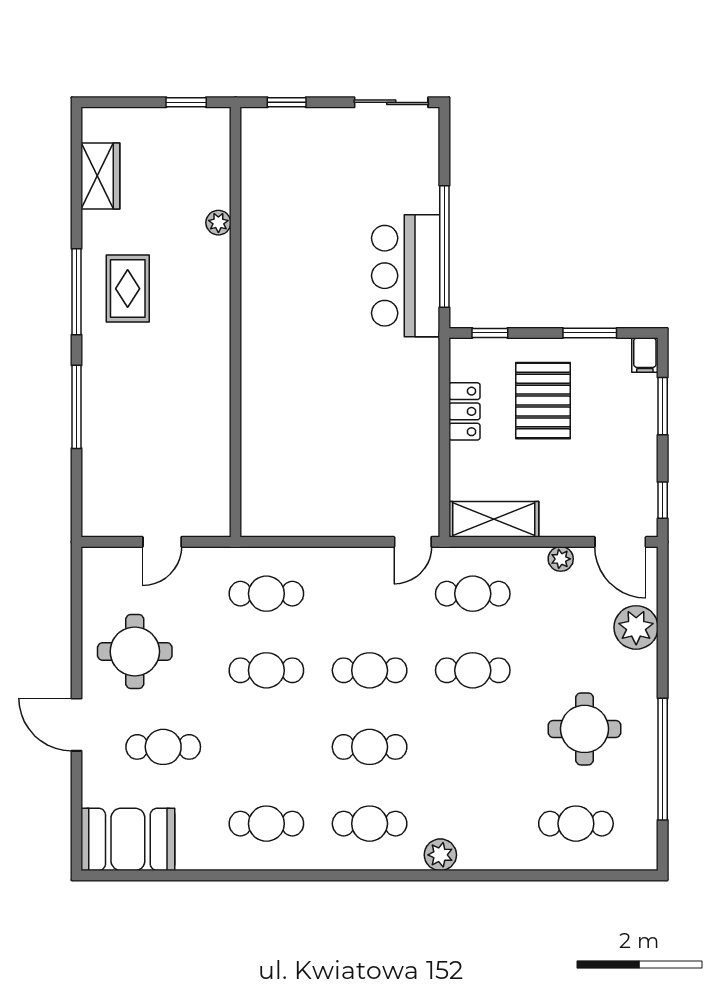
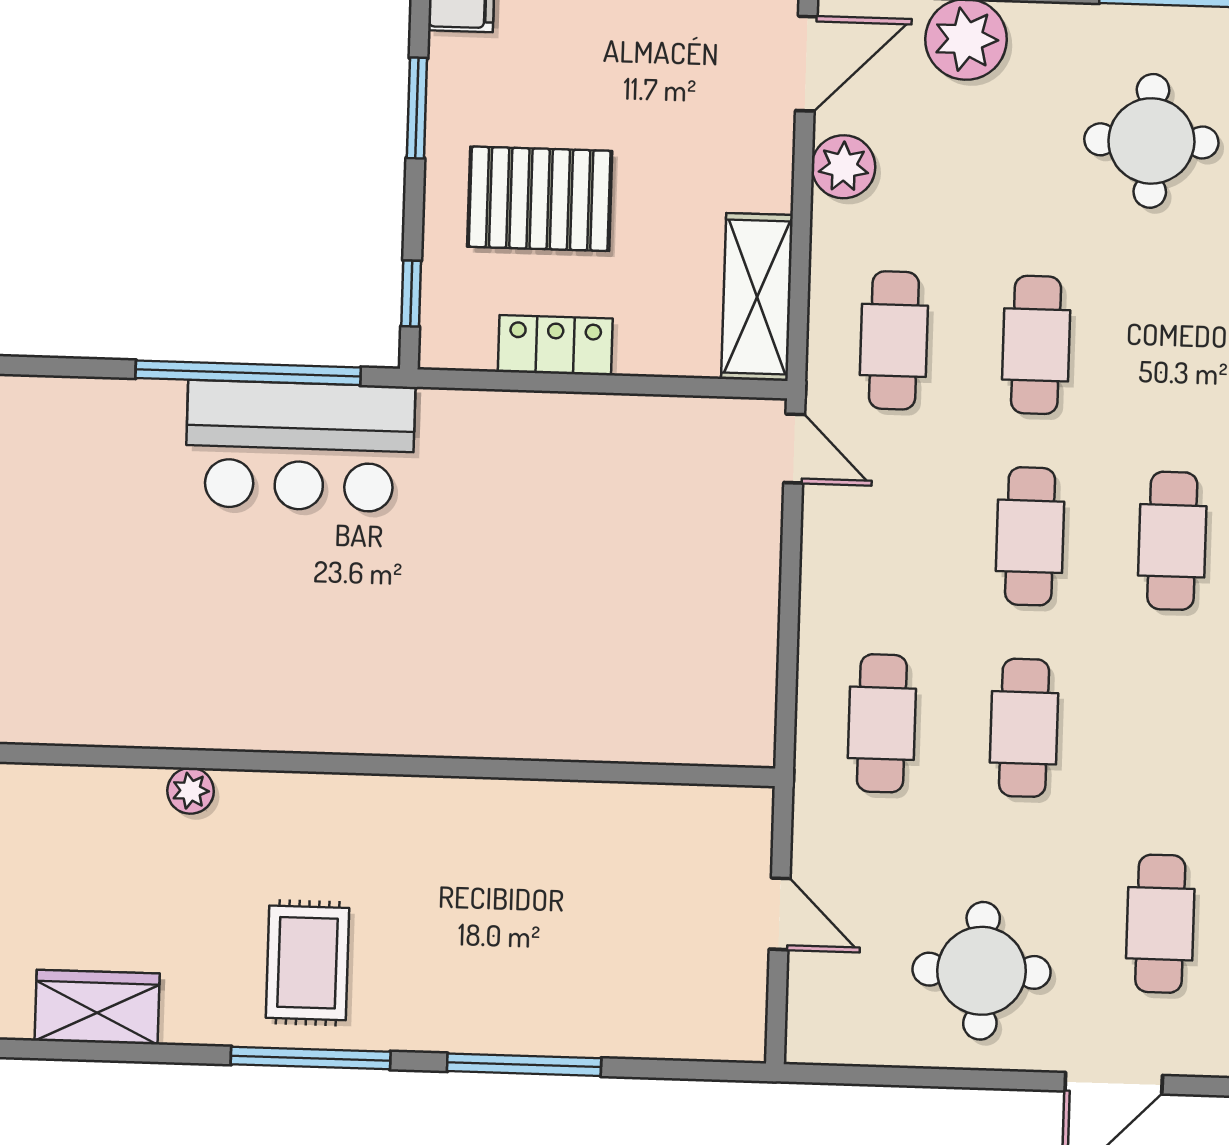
rug: (128, 289) -> (308, 963), turned 90
plant: (561, 559) -> (844, 167), width x1.38, depth x1.38

